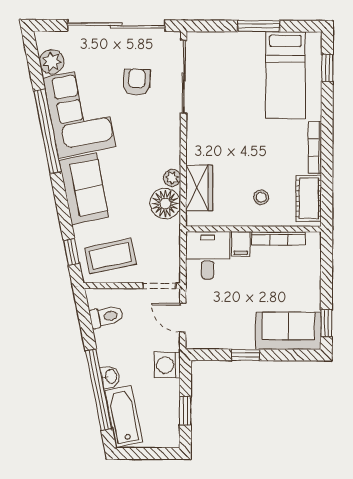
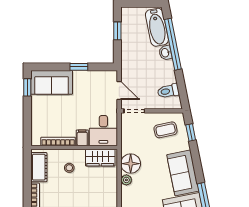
wardrobe: (199, 188) -> (100, 158), moved, turned -90
coffee table: (111, 256) -> (166, 130), width x0.73, depth x0.77
washing machine: (167, 365) -> (129, 60), removed

